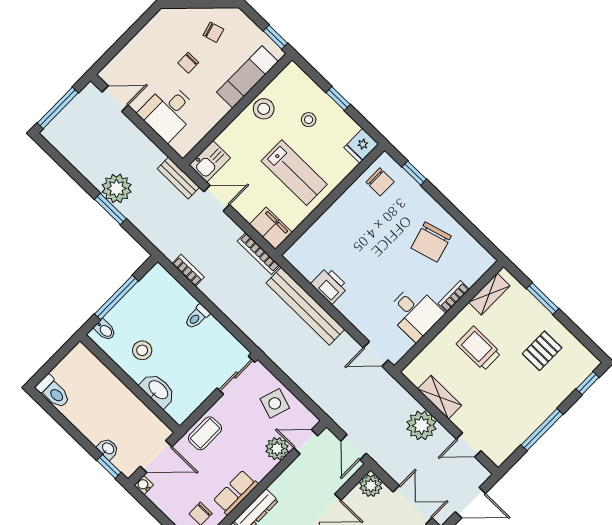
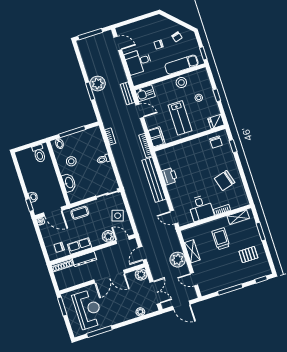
toilet: (53, 392) -> (39, 154), moved

